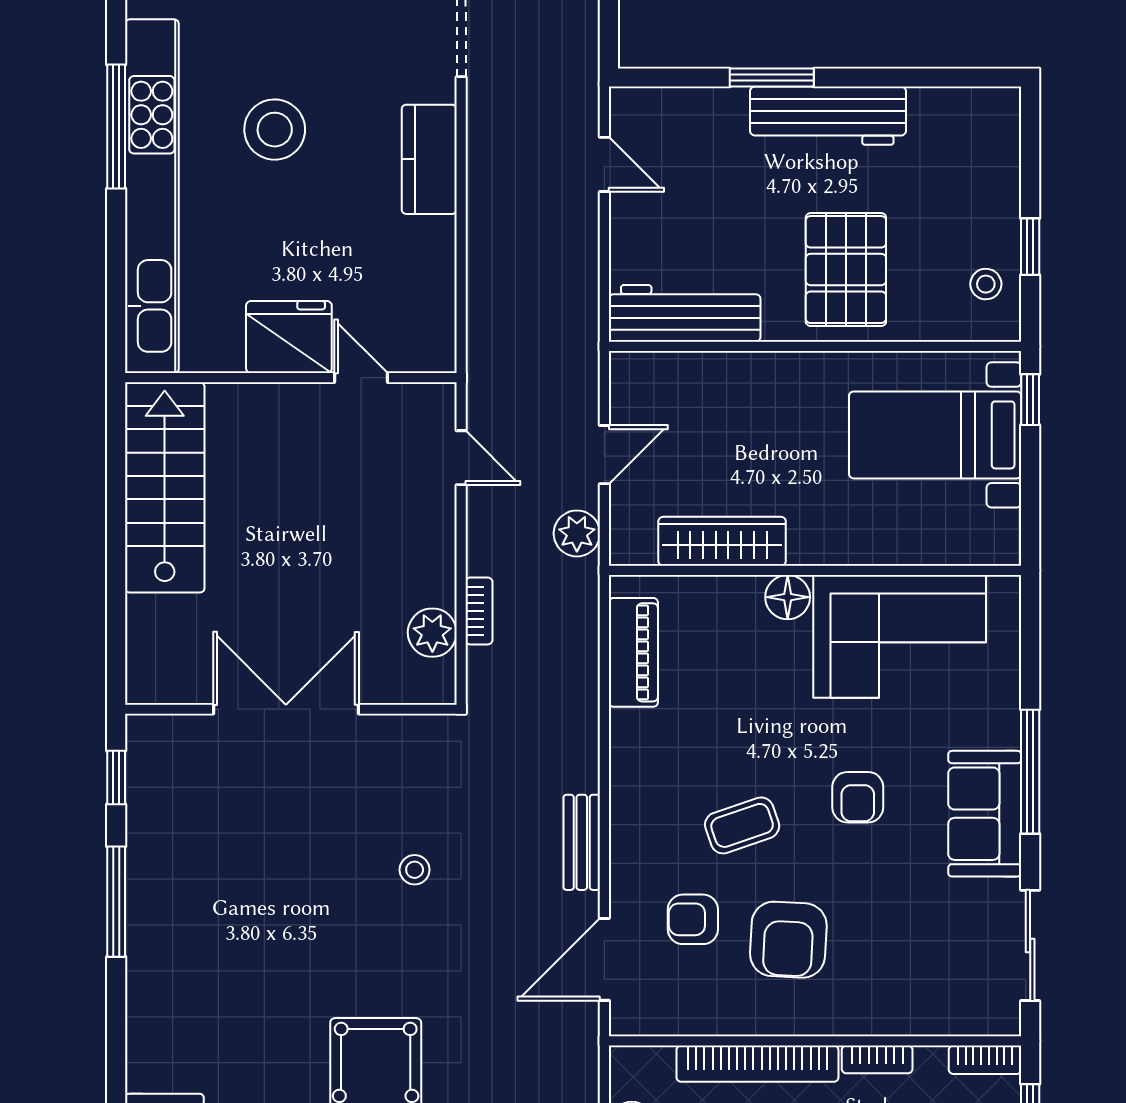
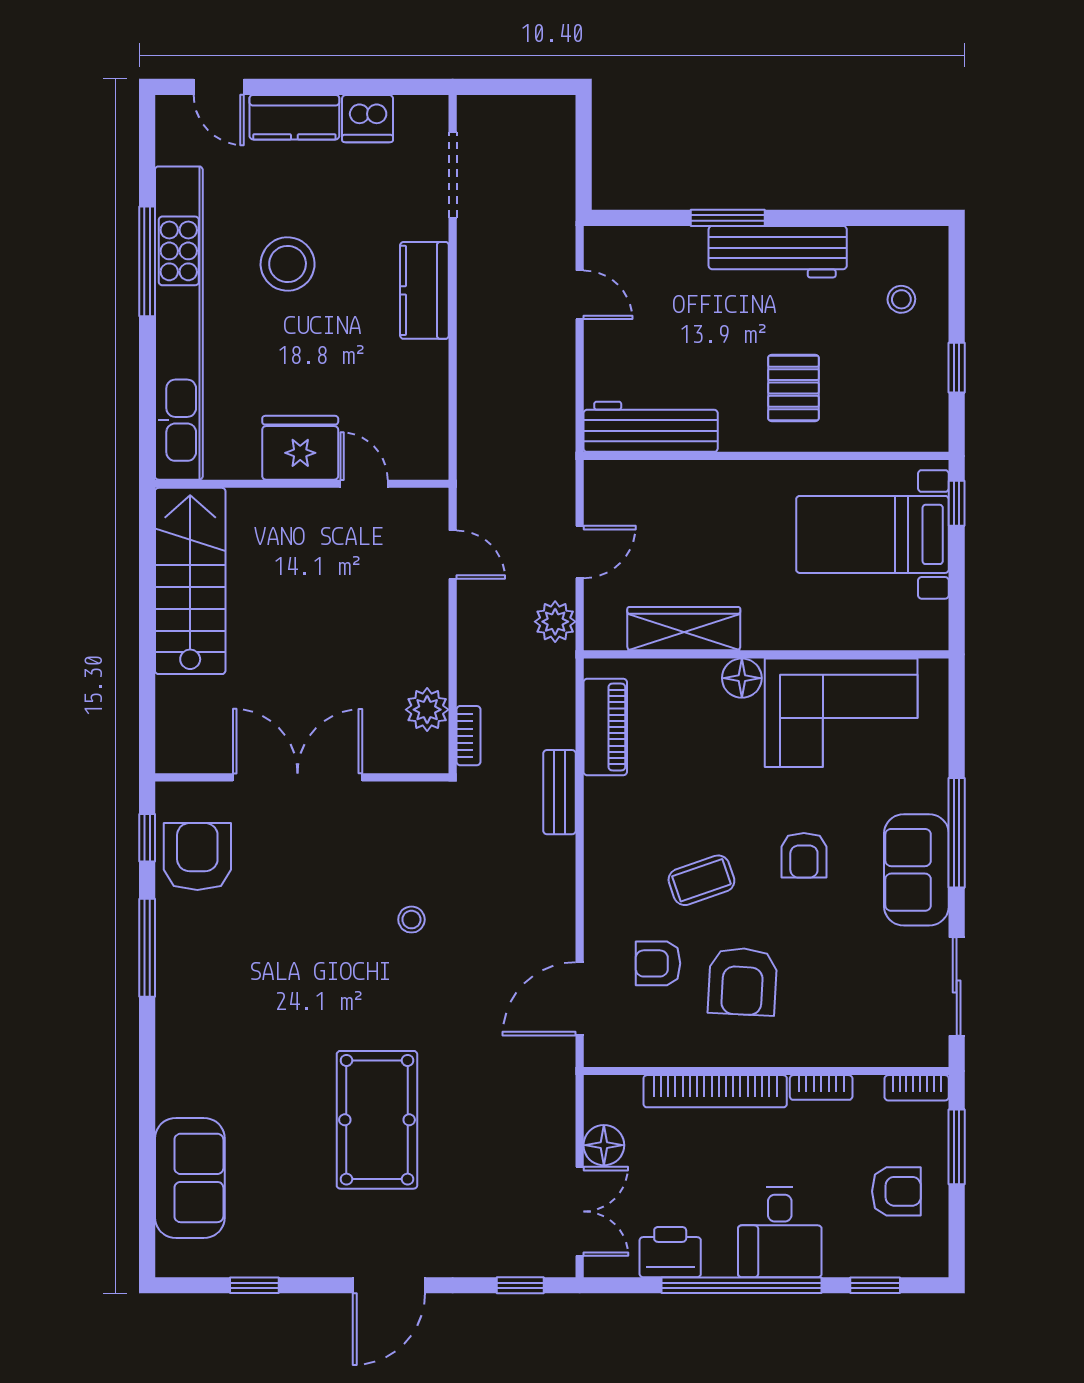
pallet: (846, 270) -> (793, 388), width x0.67, depth x0.71
stool: (986, 284) -> (901, 299), moved
bookcase: (479, 611) -> (468, 736), moved
armchair: (173, 799) -> (197, 857), added
bench: (582, 842) -> (560, 792), moved

